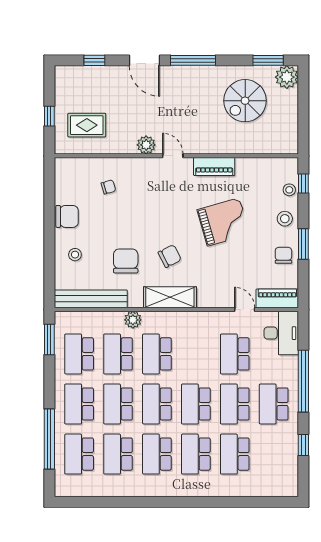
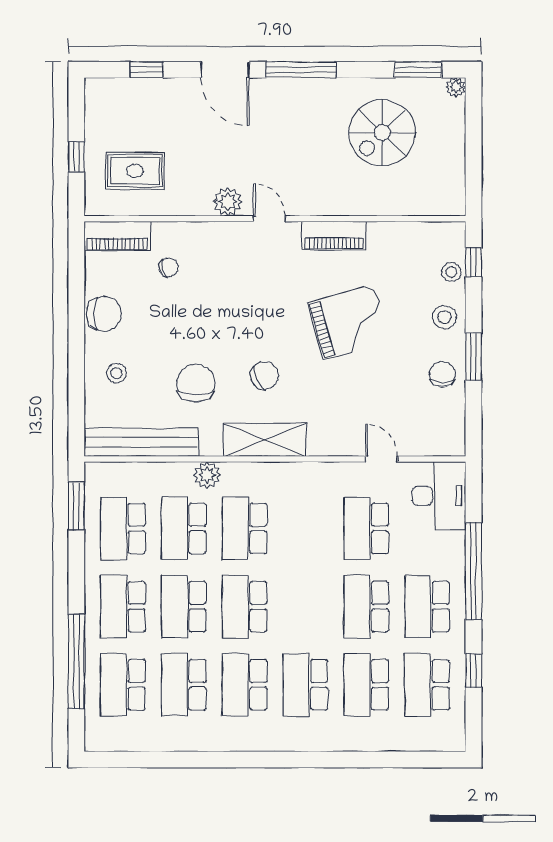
plant: (287, 77) -> (456, 87), width x0.53, depth x0.53
piano: (277, 298) -> (117, 236), moved, turned 180
school desk: (196, 404) -> (427, 685), moved

